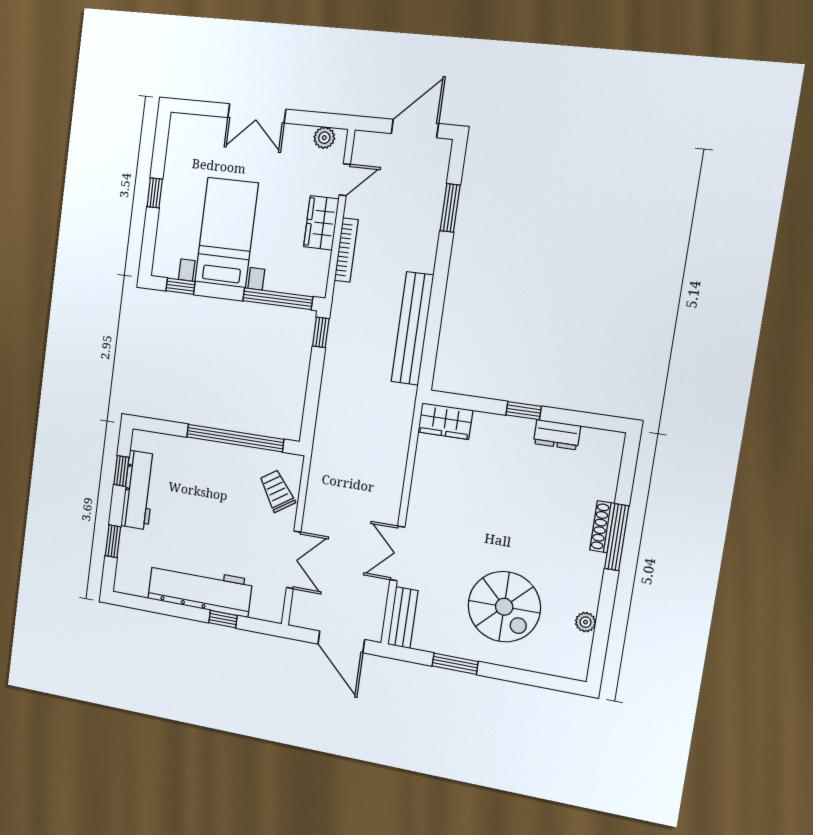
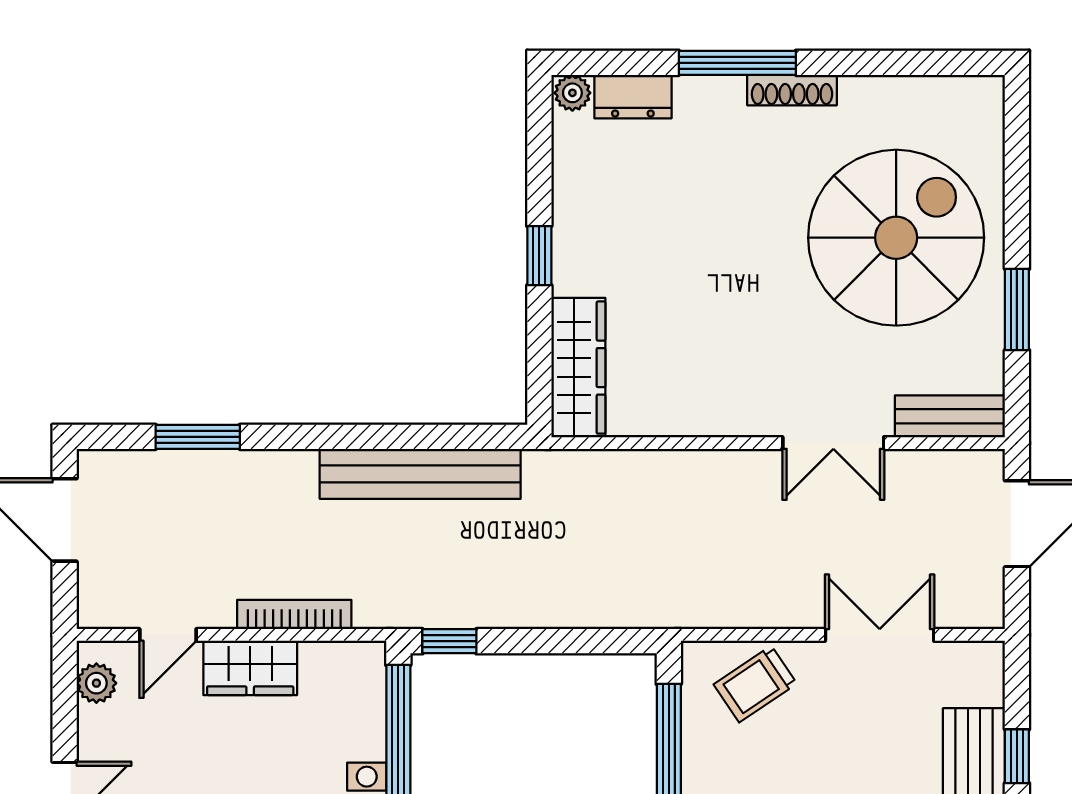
door: (345, 180) -> (168, 635), swing flipped
wardrobe: (445, 421) -> (578, 368), width x1.50
dresser: (557, 435) -> (633, 97), moved, turned 90
shoe rack: (602, 527) -> (792, 90), moved
spiral stairs: (504, 607) -> (896, 238), width x1.37, depth x1.37
plant: (586, 622) -> (572, 93), moved

